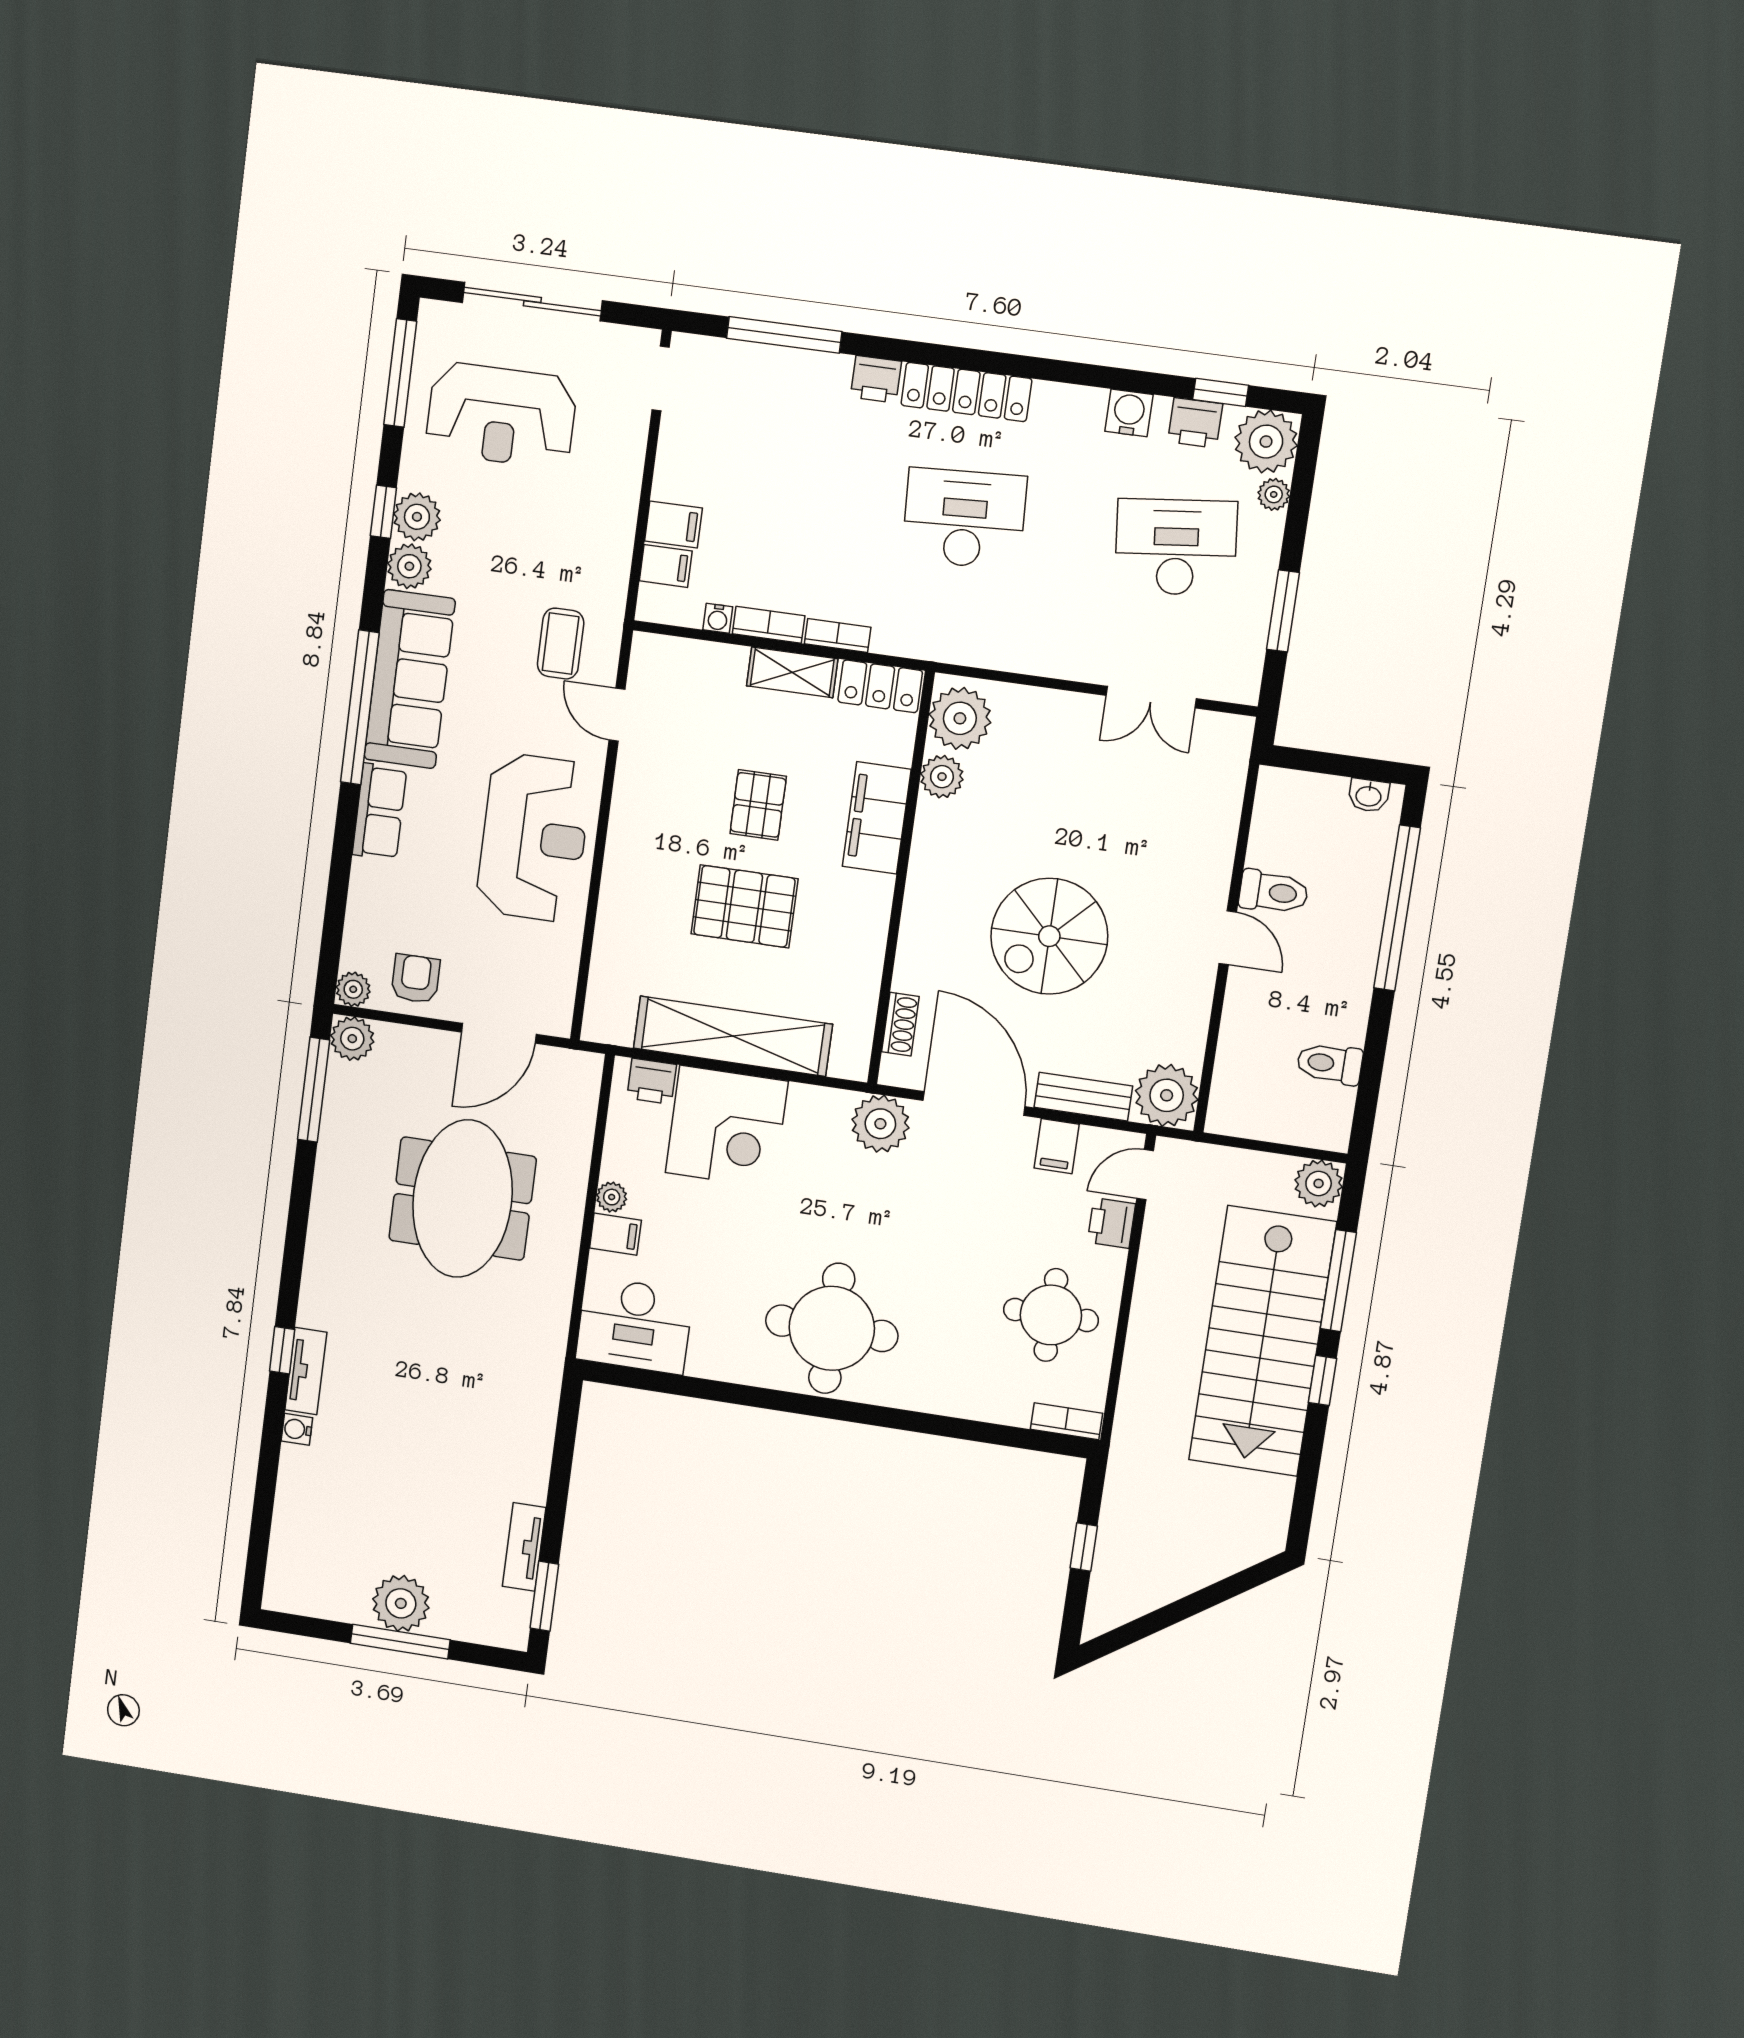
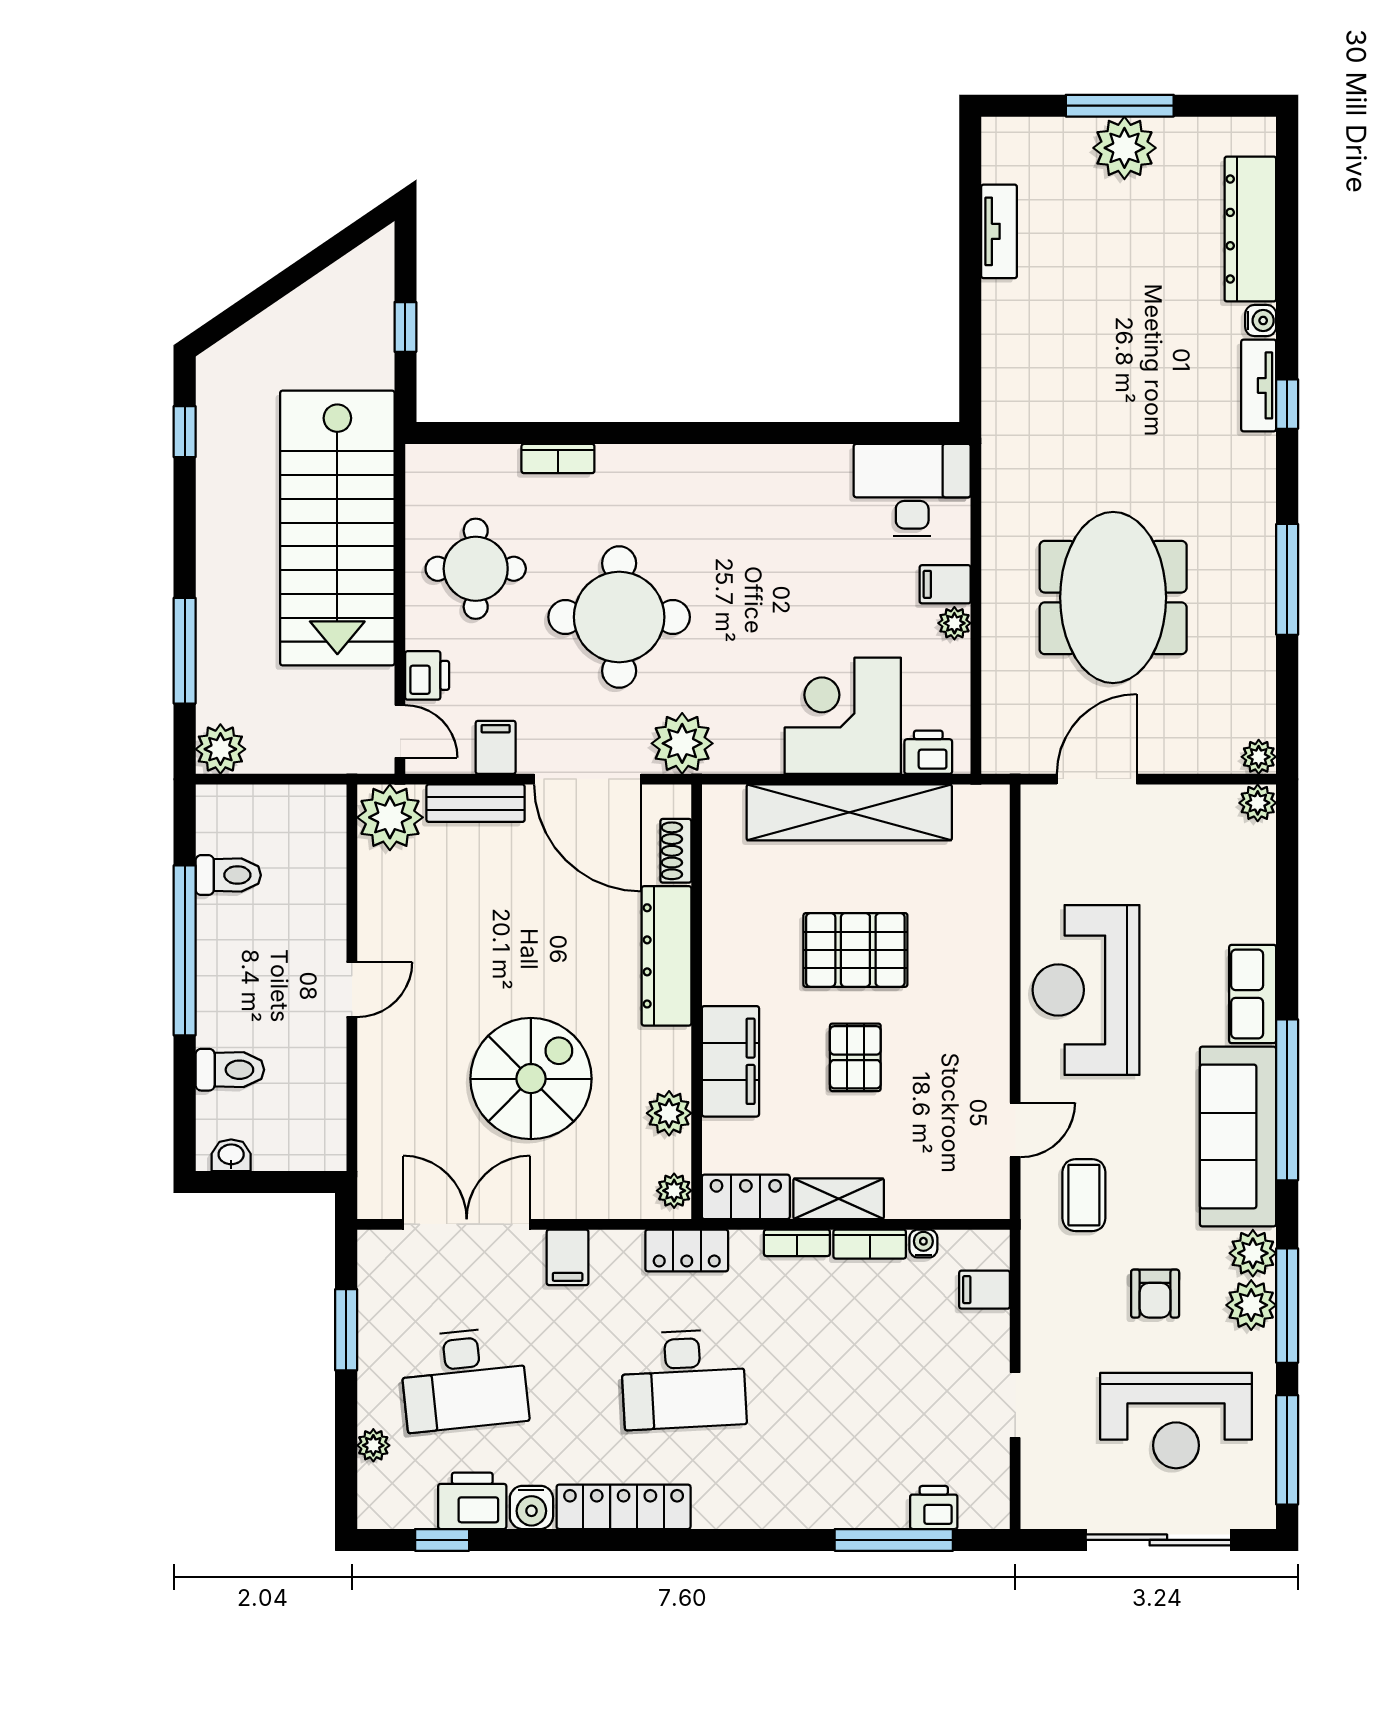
doorway: (661, 378) -> (1015, 1405), moved
printer: (876, 379) -> (934, 1507), moved
locker: (966, 392) -> (624, 1507), moved
reception desk: (501, 415) -> (1176, 1421), turned 180
printer: (1195, 423) -> (472, 1501), width x1.36, depth x1.24
plant: (1266, 442) -> (389, 1497), removed
window: (383, 512) -> (1287, 1306), width x2.17
filing cabinet: (673, 525) -> (568, 1257), moved, turned -90
locker: (944, 643) -> (687, 1250), added
double door: (1151, 697) -> (467, 1224), width x1.37
door: (617, 715) -> (1015, 1130), hinge flipped
plant: (960, 718) -> (674, 1191), width x0.53, depth x0.53
toilet: (1274, 892) -> (230, 1070), moved, turned 180
window: (1397, 908) -> (185, 950), moved
dresser: (923, 926) -> (666, 956), added
spiral stairs: (1049, 936) -> (531, 1079), moved
door: (1228, 938) -> (352, 989), swing flipped
armchair: (416, 979) -> (1155, 1294), moved
plant: (352, 1039) -> (1259, 757), width x0.73, depth x0.73
window: (314, 1090) -> (1287, 579), moved
door: (1145, 1175) -> (400, 731), hinge flipped
round table: (832, 1328) -> (619, 617), moved
stairs: (1262, 1341) -> (337, 528), moved, turned 180
window: (1323, 1381) -> (185, 432), moved
bookcase: (1066, 1421) -> (558, 459), moved
dresser: (296, 1513) -> (1250, 229), added
window: (544, 1596) -> (970, 181), removed

